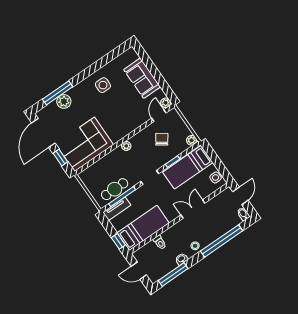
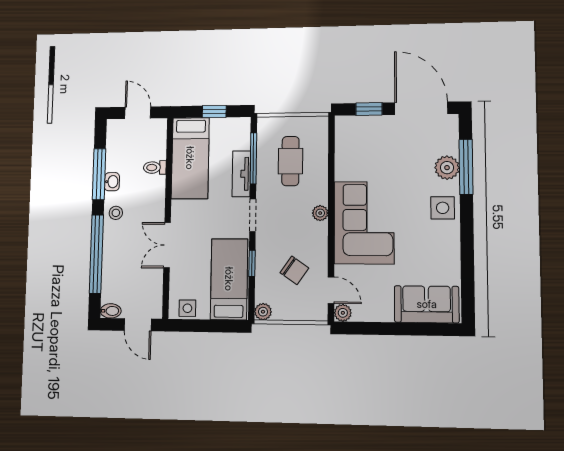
sofa: (142, 78) -> (427, 304), moved
side table: (103, 85) -> (443, 208), moved
corner sofa: (84, 144) -> (364, 223), moved
cafe table: (115, 189) -> (290, 161), moved
tv unit: (117, 209) -> (241, 174), moved
double door: (193, 209) -> (167, 245), swing flipped
window: (118, 241) -> (214, 111), moved
door: (139, 271) -> (138, 113), hinge flipped
window: (173, 274) -> (99, 174), moved

